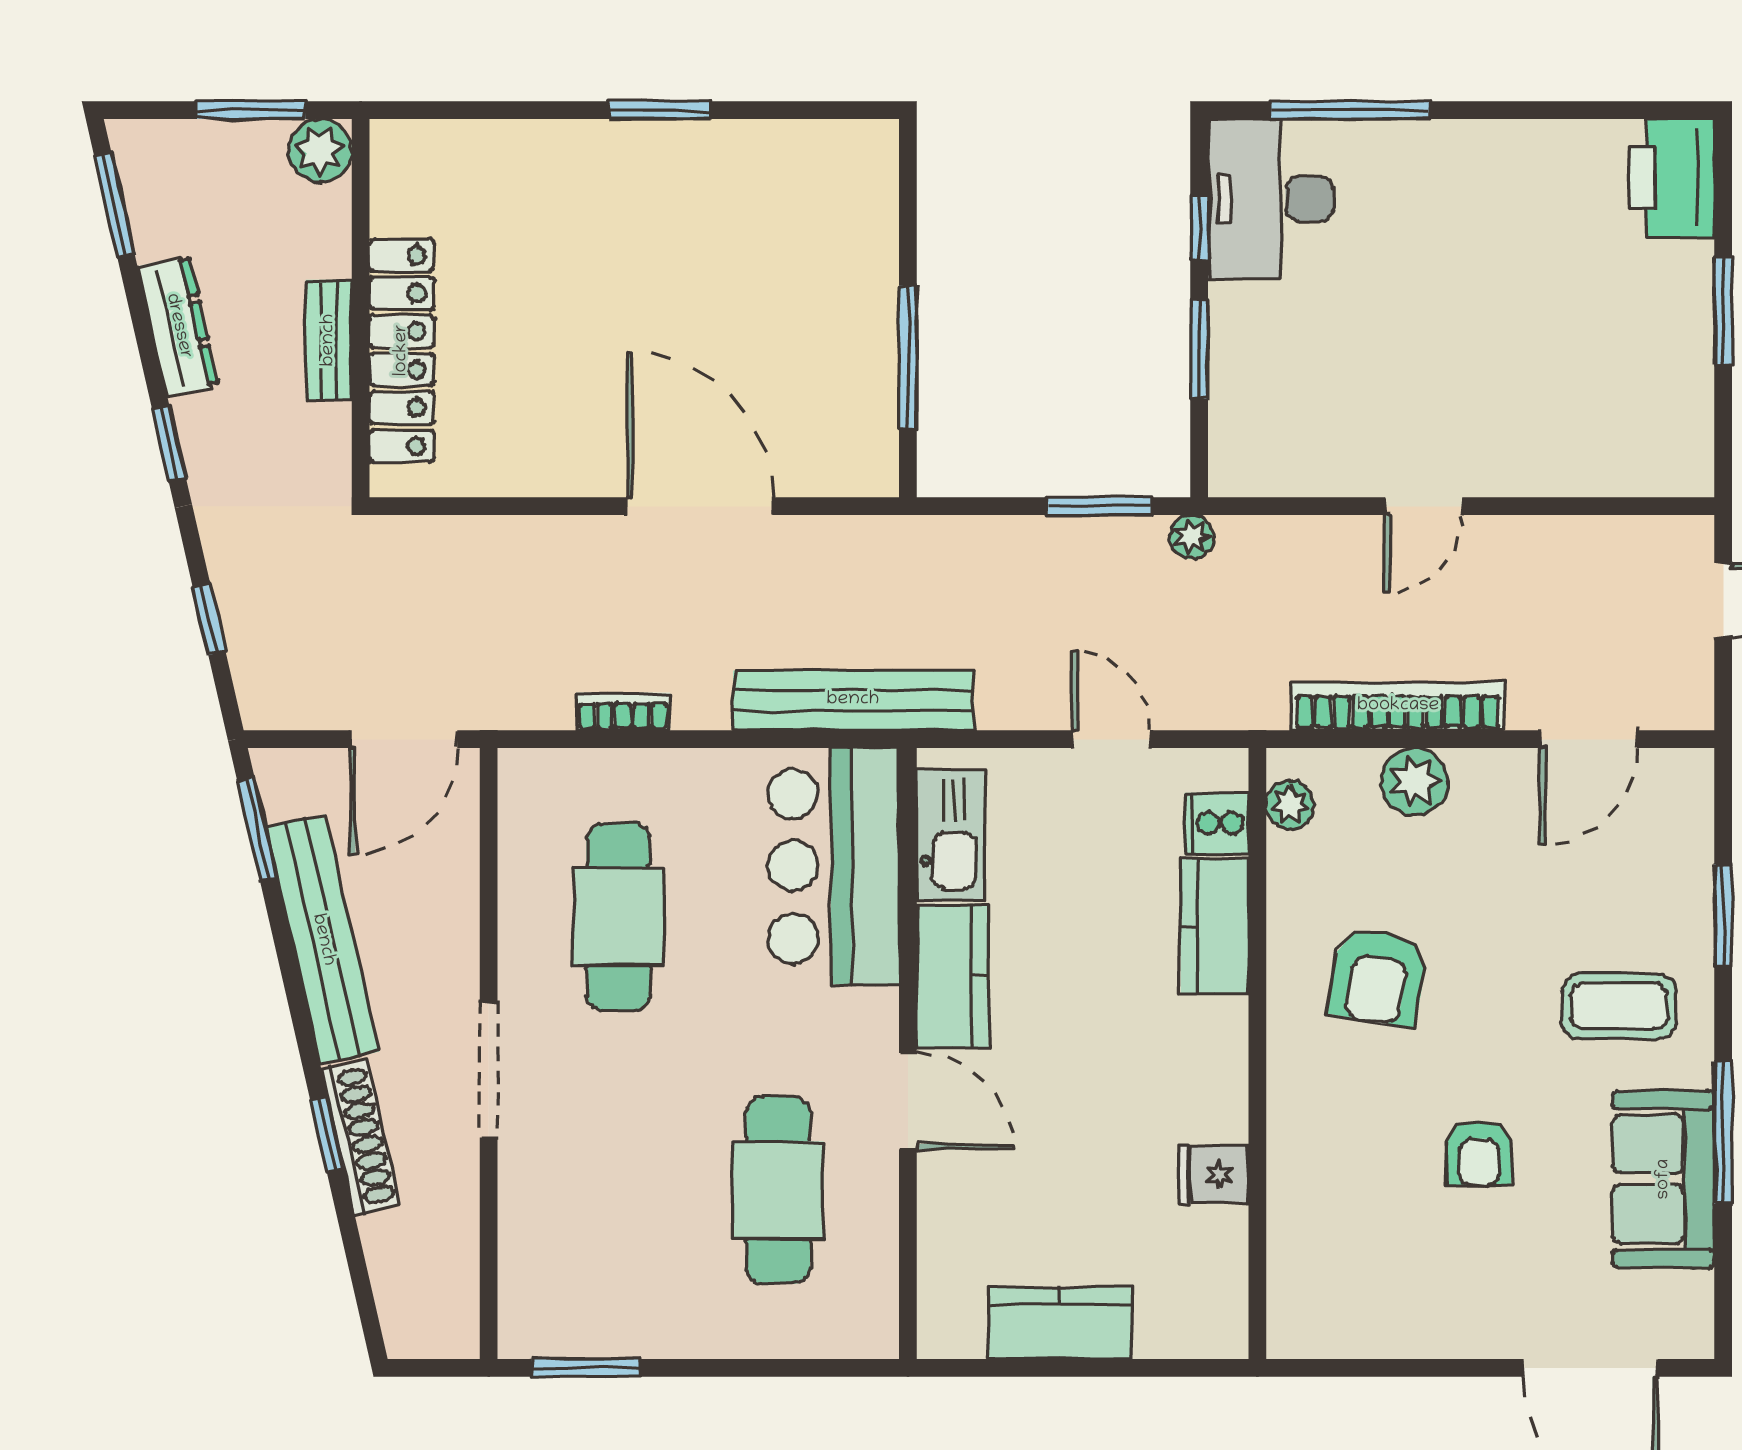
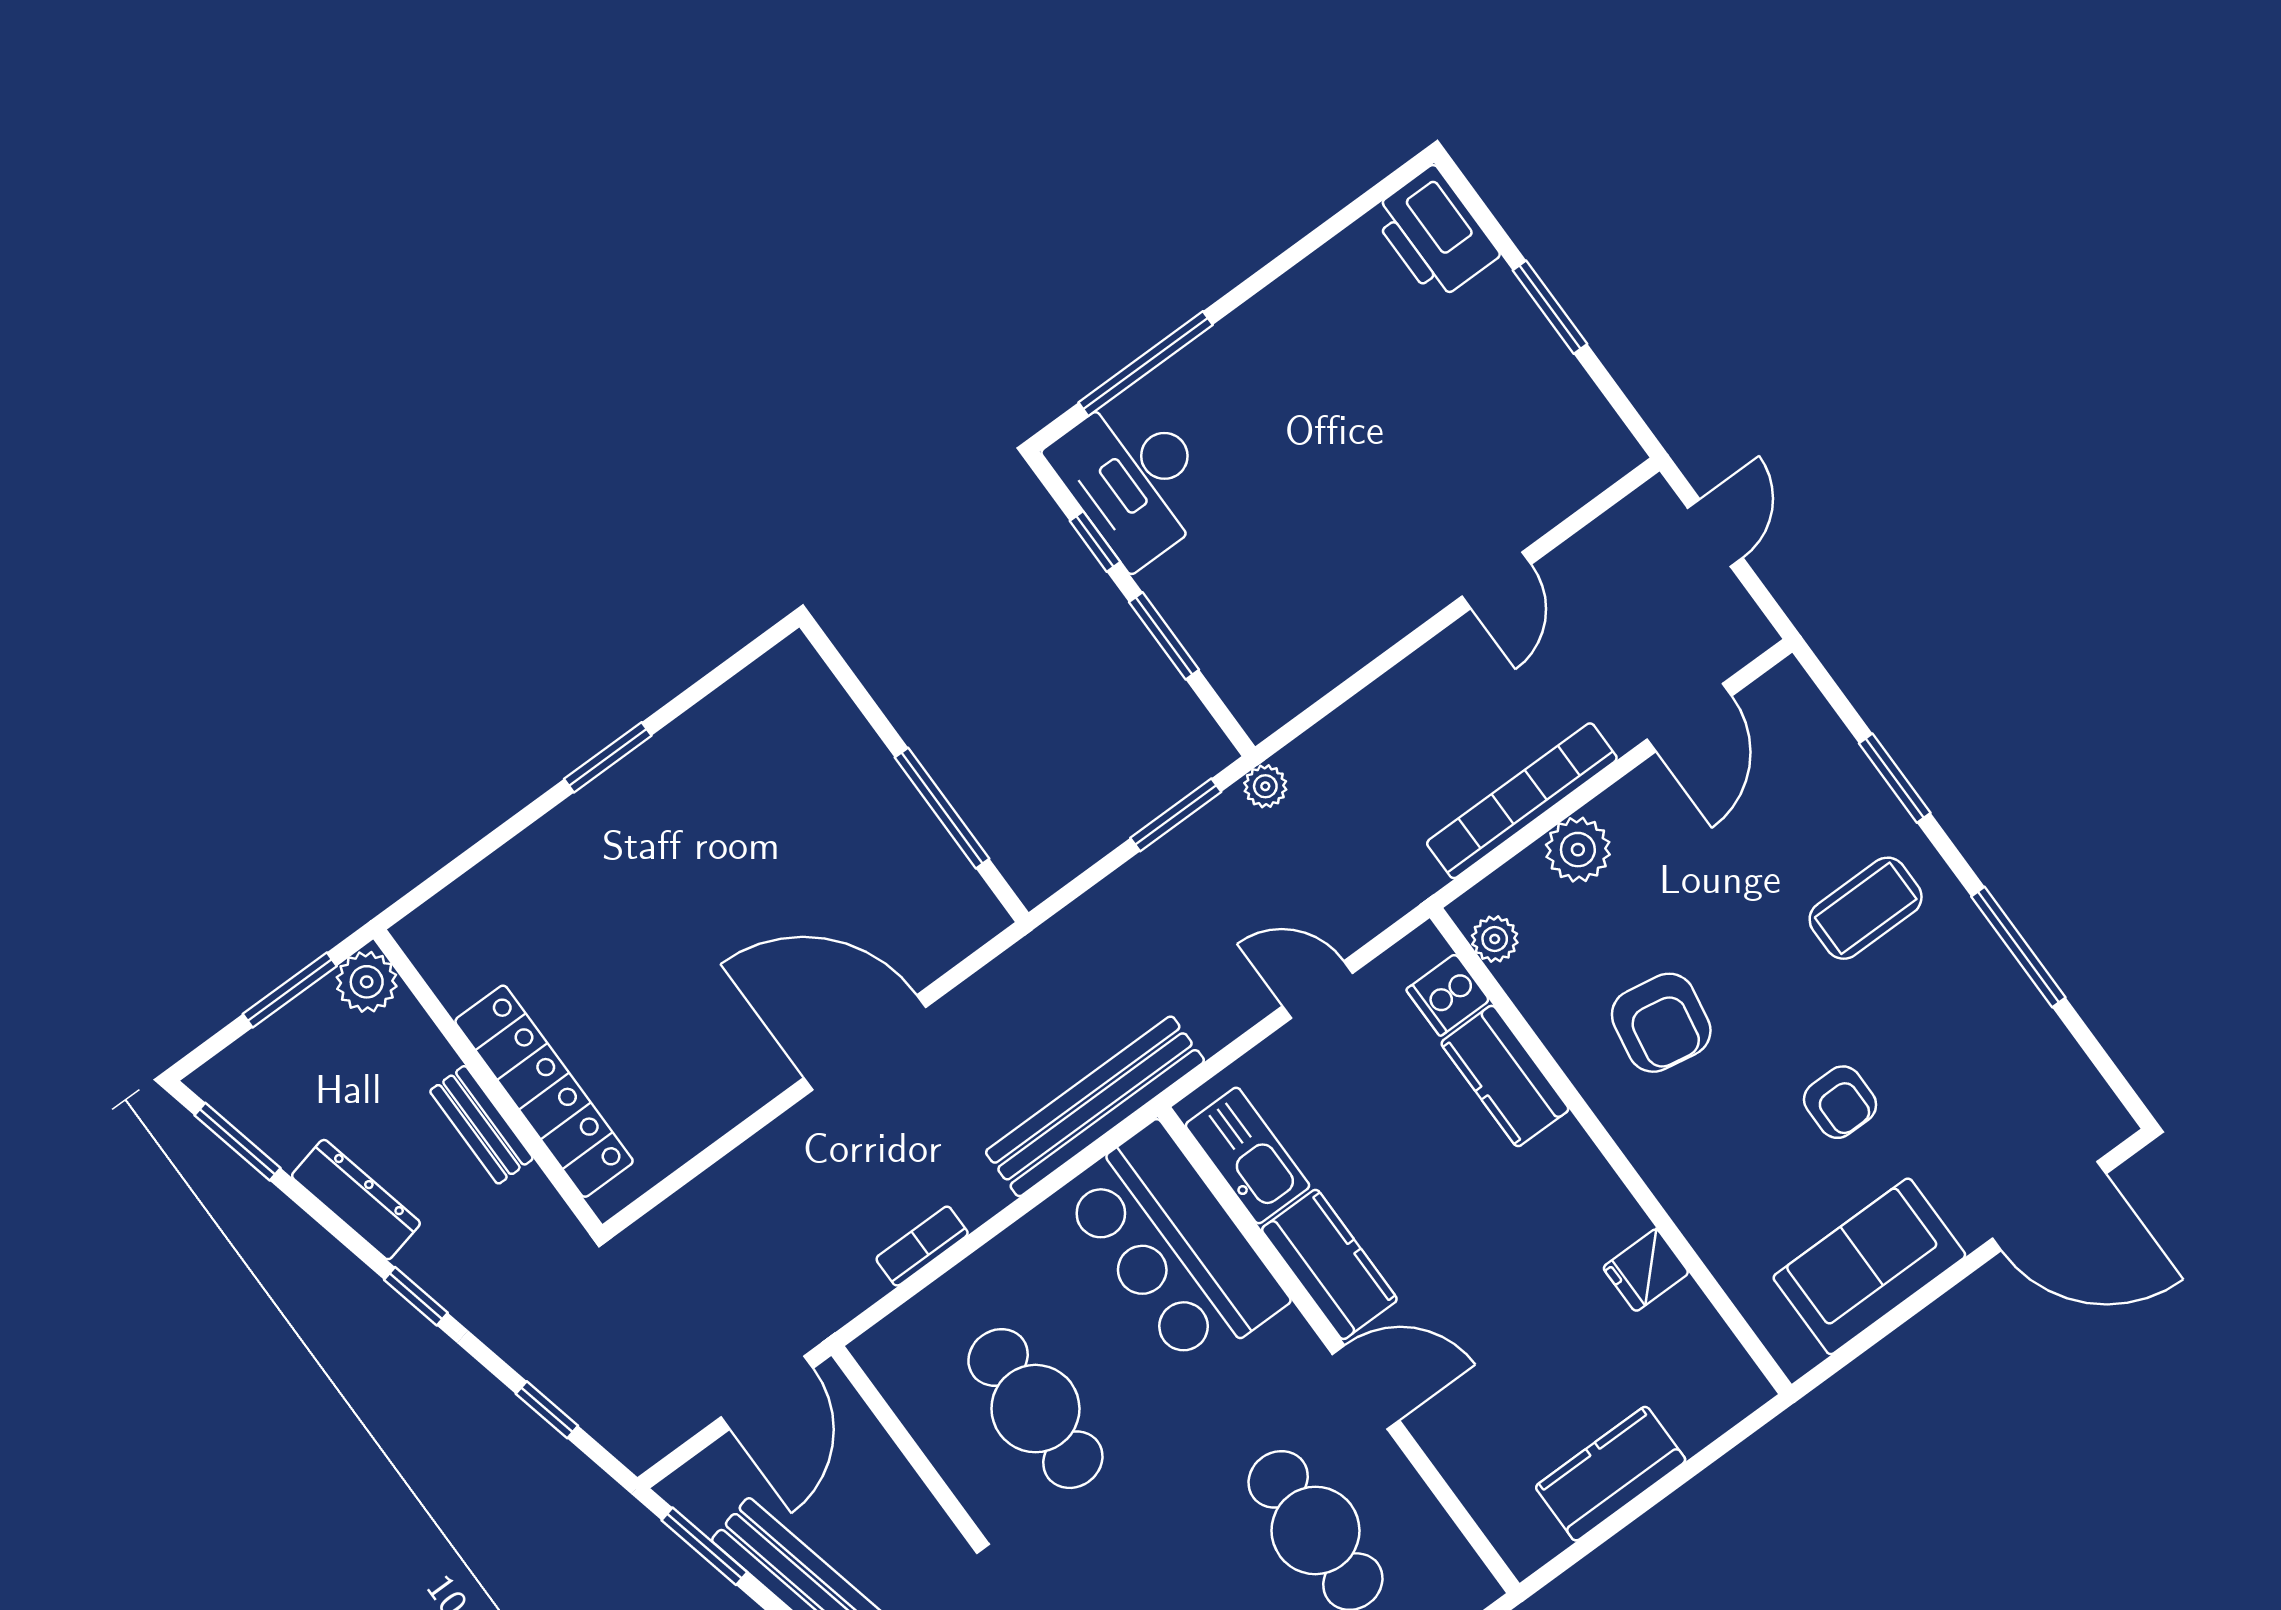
door: (1424, 506) -> (1496, 580), moved
sofa: (1664, 1179) -> (1869, 1266), moved, turned 90

